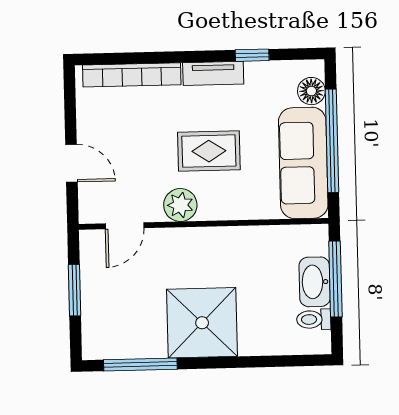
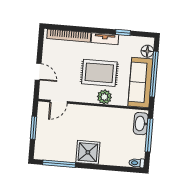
rug: (209, 151) -> (99, 73), width x1.36, depth x1.43
plant: (180, 205) -> (104, 97), moved
washbasin: (315, 282) -> (141, 124), moved
toilet: (314, 319) -> (137, 163), moved
shower: (202, 323) -> (88, 152), width x0.73, depth x0.73

